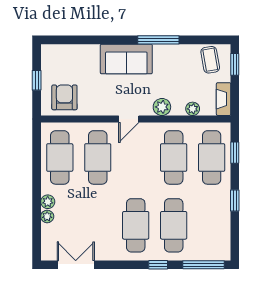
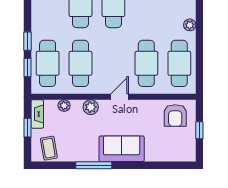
window: (235, 64) -> (28, 128), moved
window: (235, 201) -> (28, 41), moved
plant: (47, 216) -> (190, 12), removed

